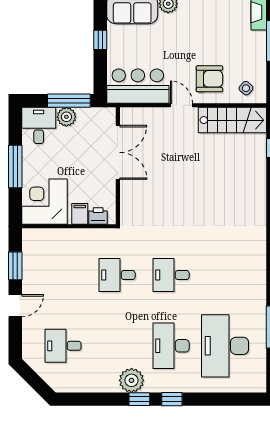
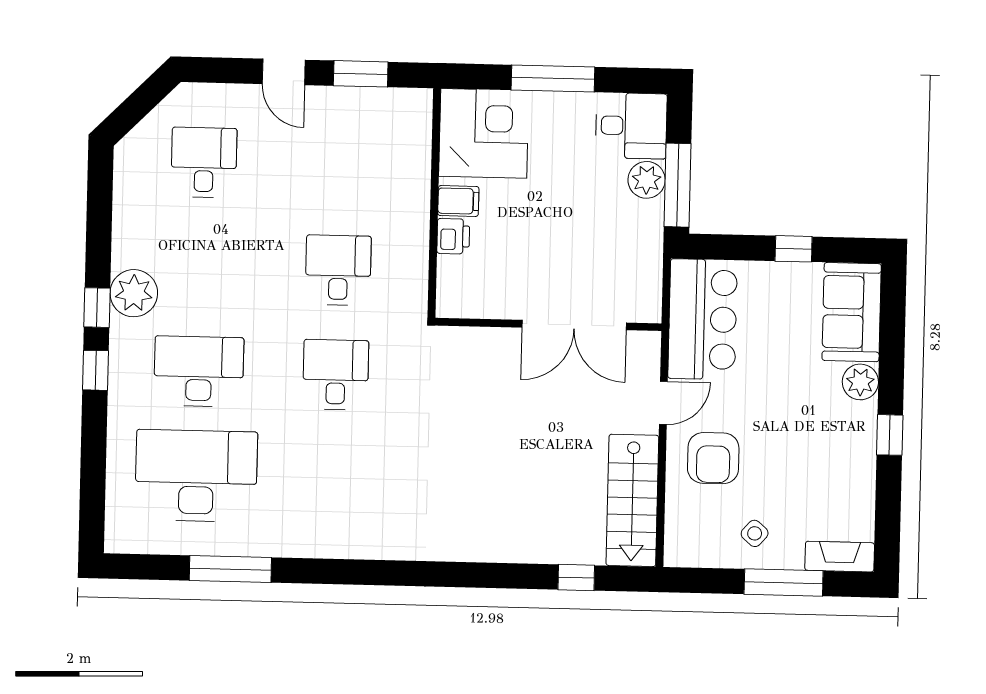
side table: (246, 88) -> (755, 533), moved
double door: (118, 152) -> (574, 325), moved
wall: (118, 166) -> (548, 324), moved

